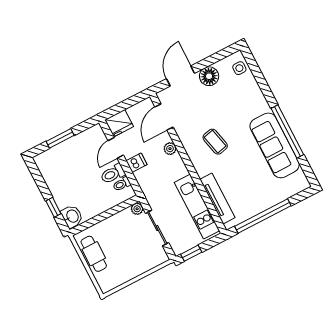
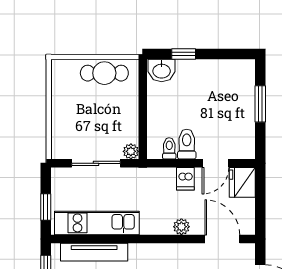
door: (116, 148) -> (215, 163), swing flipped
window: (191, 253) -> (46, 207), moved

